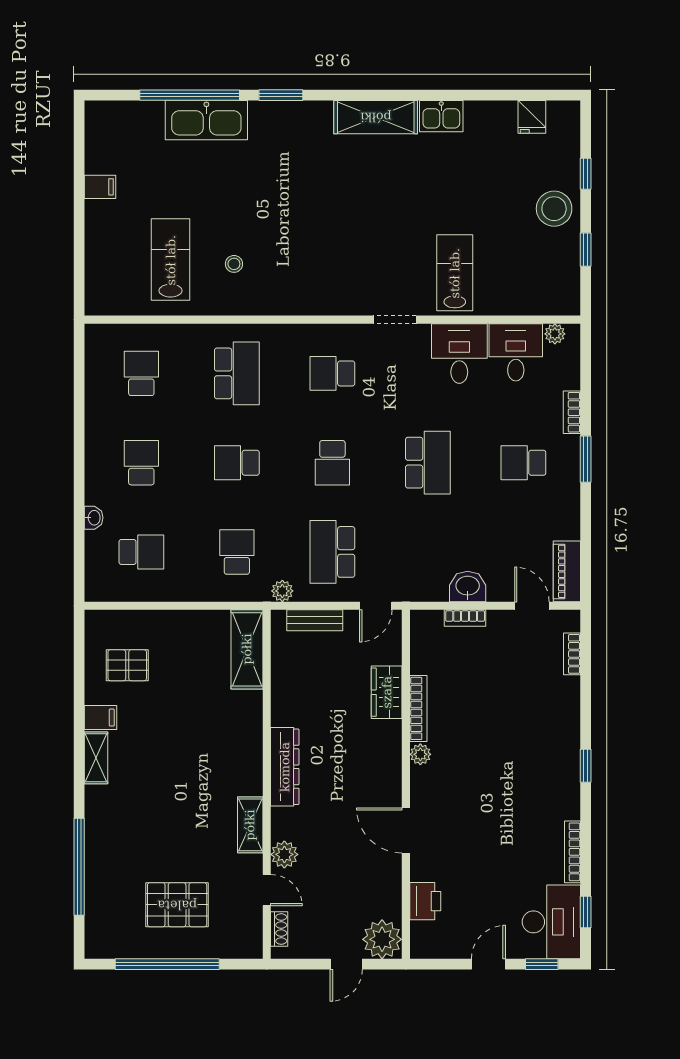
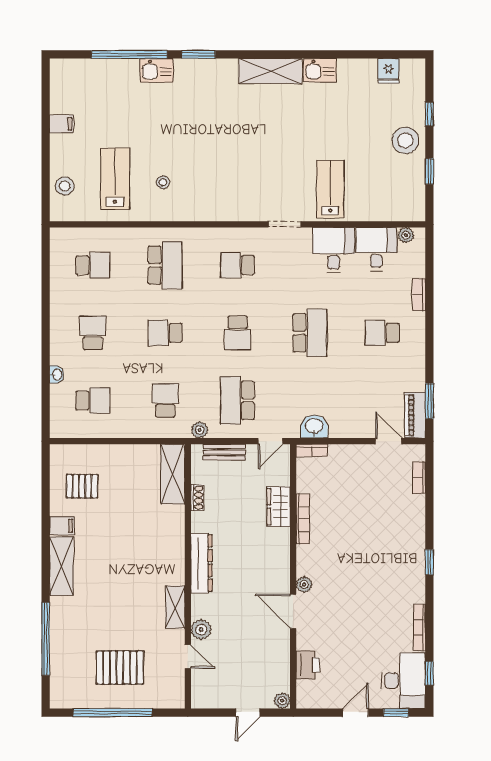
kitchen sink: (206, 120) -> (157, 70), width x0.53, depth x0.81
stool: (104, 269) -> (65, 186), added
school desk: (141, 373) -> (93, 265), turned 90
window: (586, 459) -> (429, 401), moved
washbasin: (468, 587) -> (314, 427), moved
bookcase: (465, 618) -> (312, 450), moved
plant: (420, 754) -> (304, 584), moved
shelving: (96, 758) -> (61, 566), width x1.50, depth x1.33
shoe rack: (279, 929) -> (197, 498), moved
plant: (382, 939) -> (282, 701), width x0.53, depth x0.53

